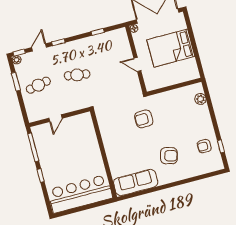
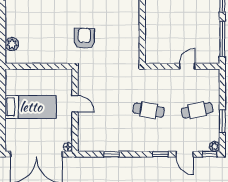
door: (39, 47) -> (185, 154), hinge flipped
bed: (171, 48) -> (31, 107), width x0.67
armchair: (144, 119) -> (84, 38), turned -90

